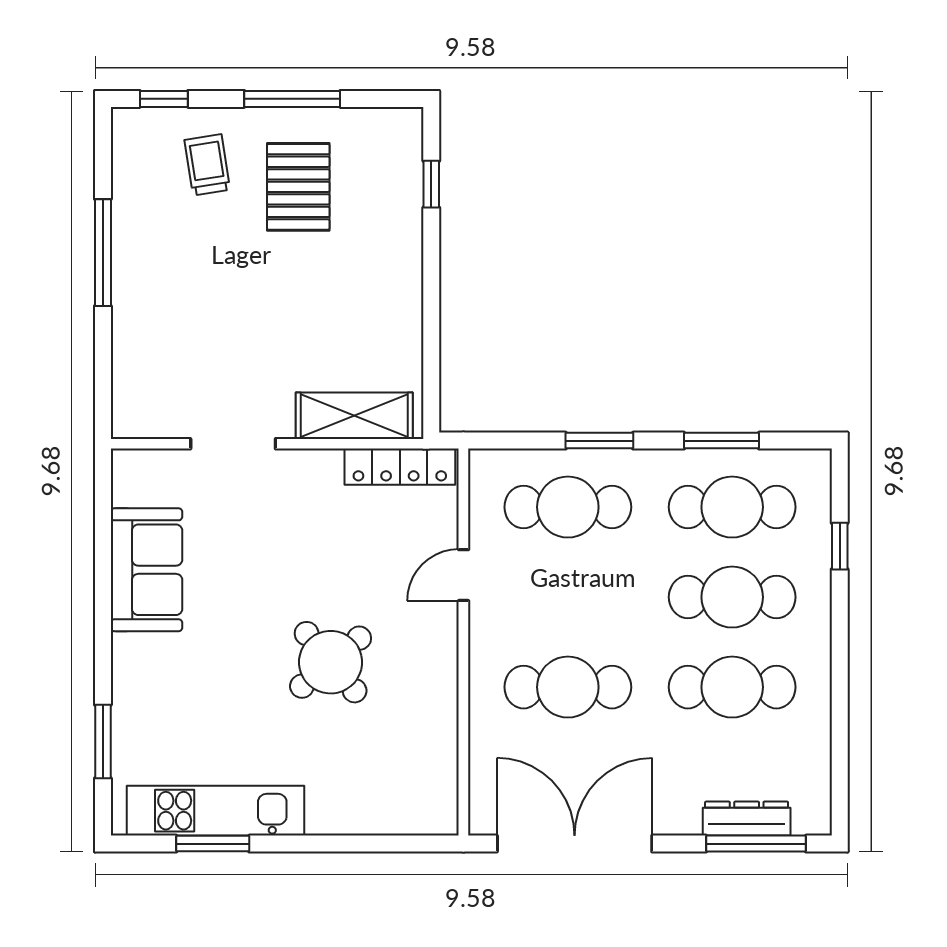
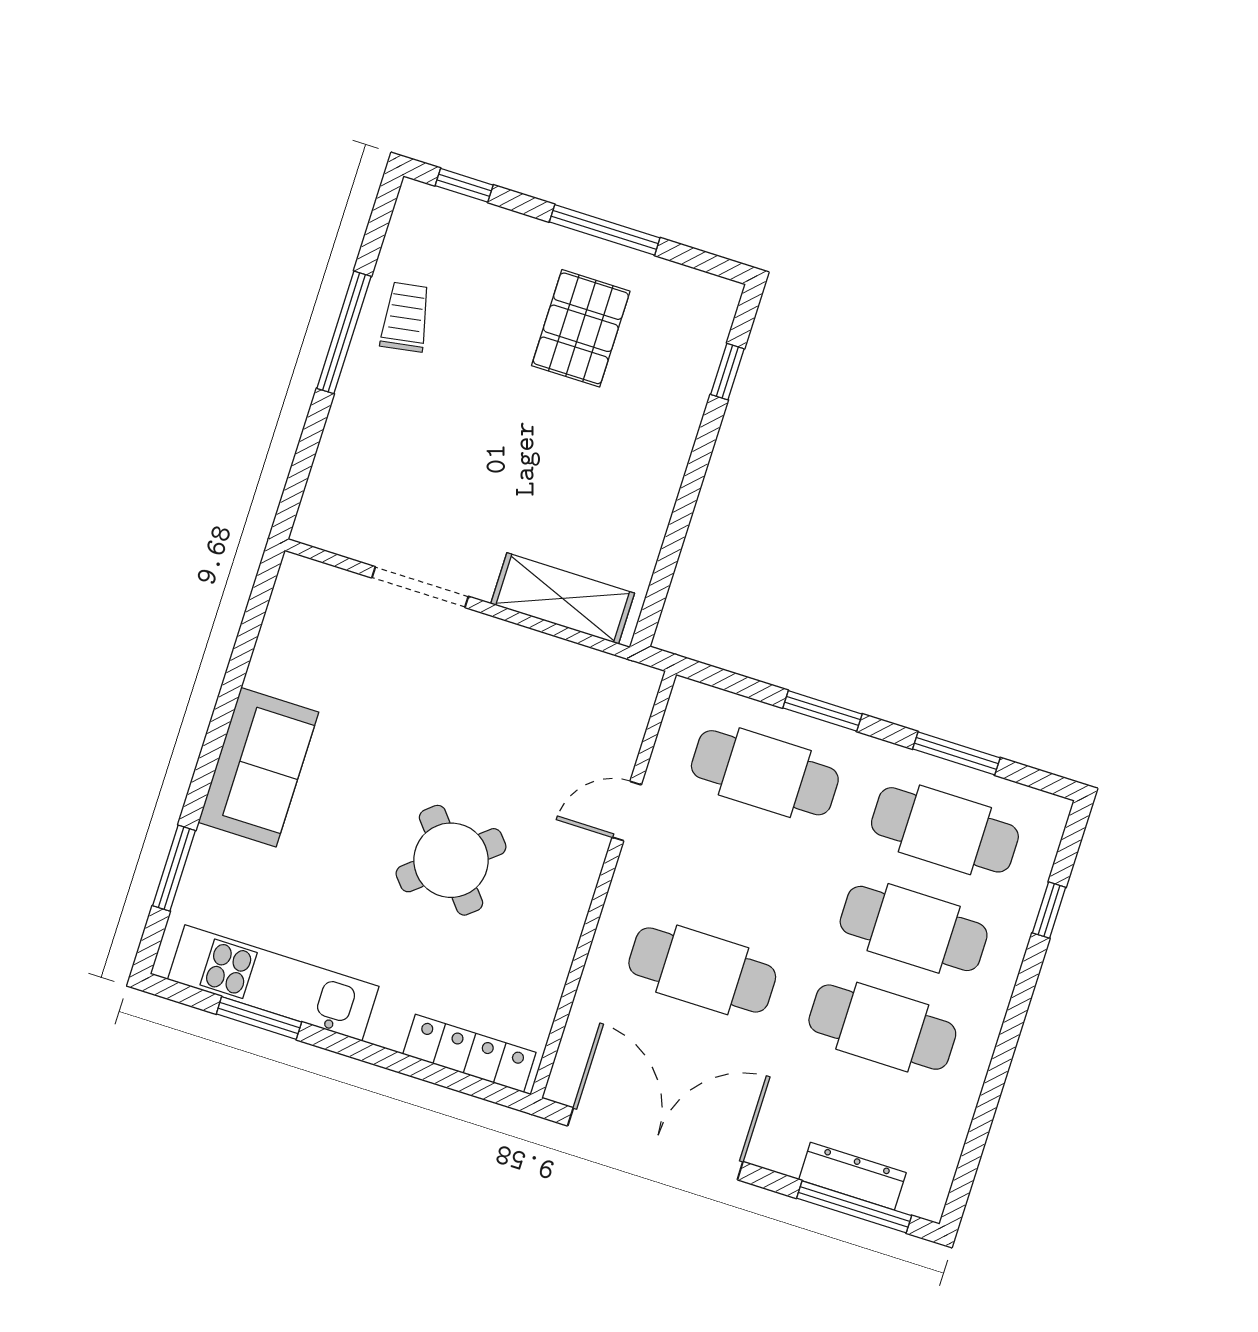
trolley: (207, 165) -> (406, 317), moved
locker: (400, 467) -> (469, 1053), moved, turned 180
sofa: (146, 570) -> (258, 767), moved

